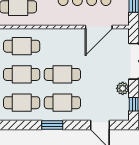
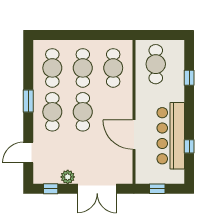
door: (99, 27) -> (134, 135), moved

